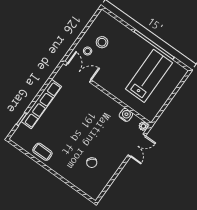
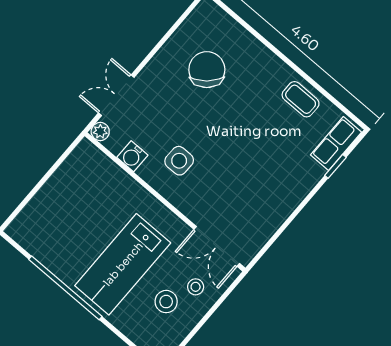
lab bench: (149, 76) -> (123, 264), moved
row of seats: (41, 104) -> (336, 144), moved, width x0.50
side table: (102, 115) -> (179, 161), added
chair: (92, 163) -> (207, 70), width x1.87, depth x1.87

